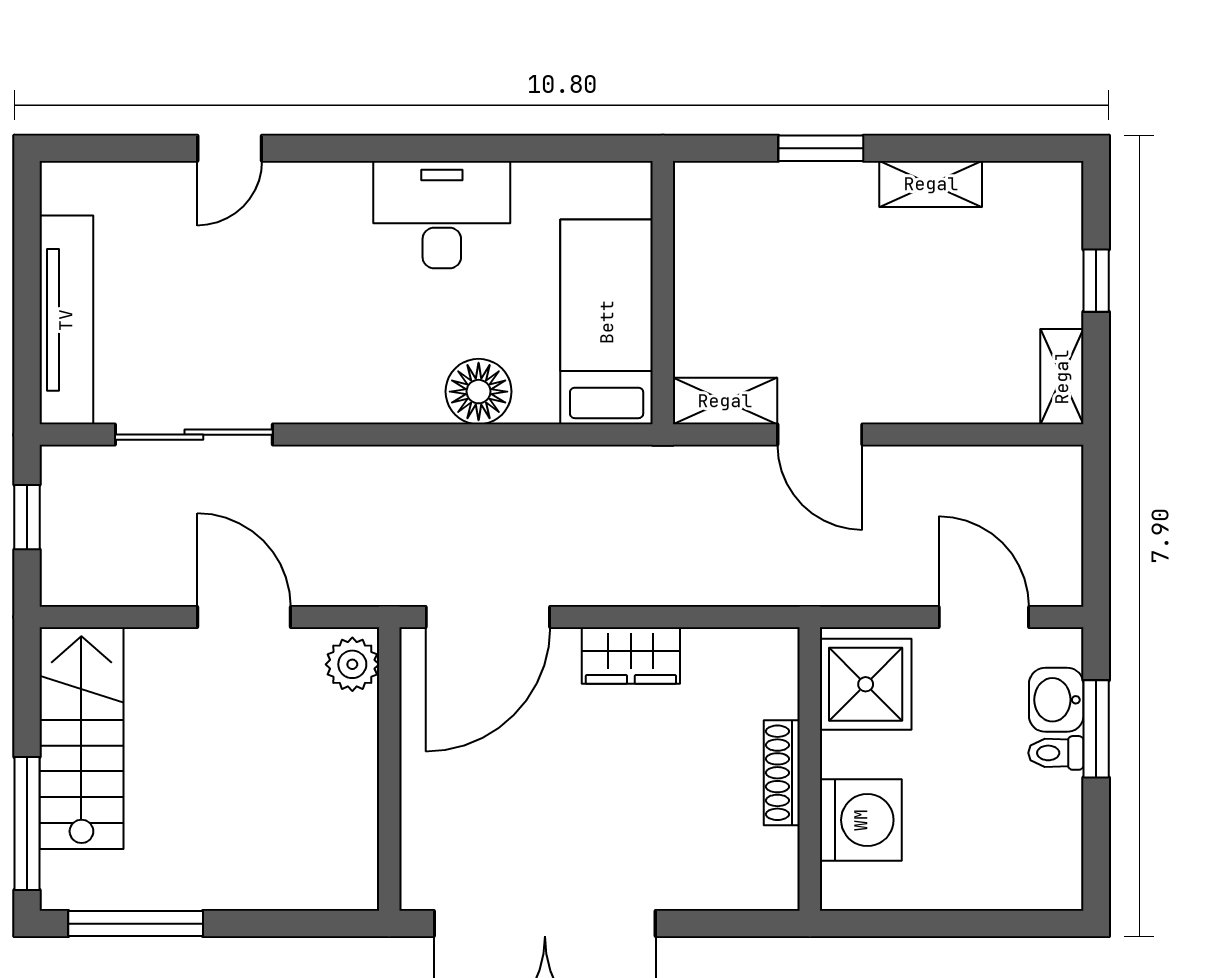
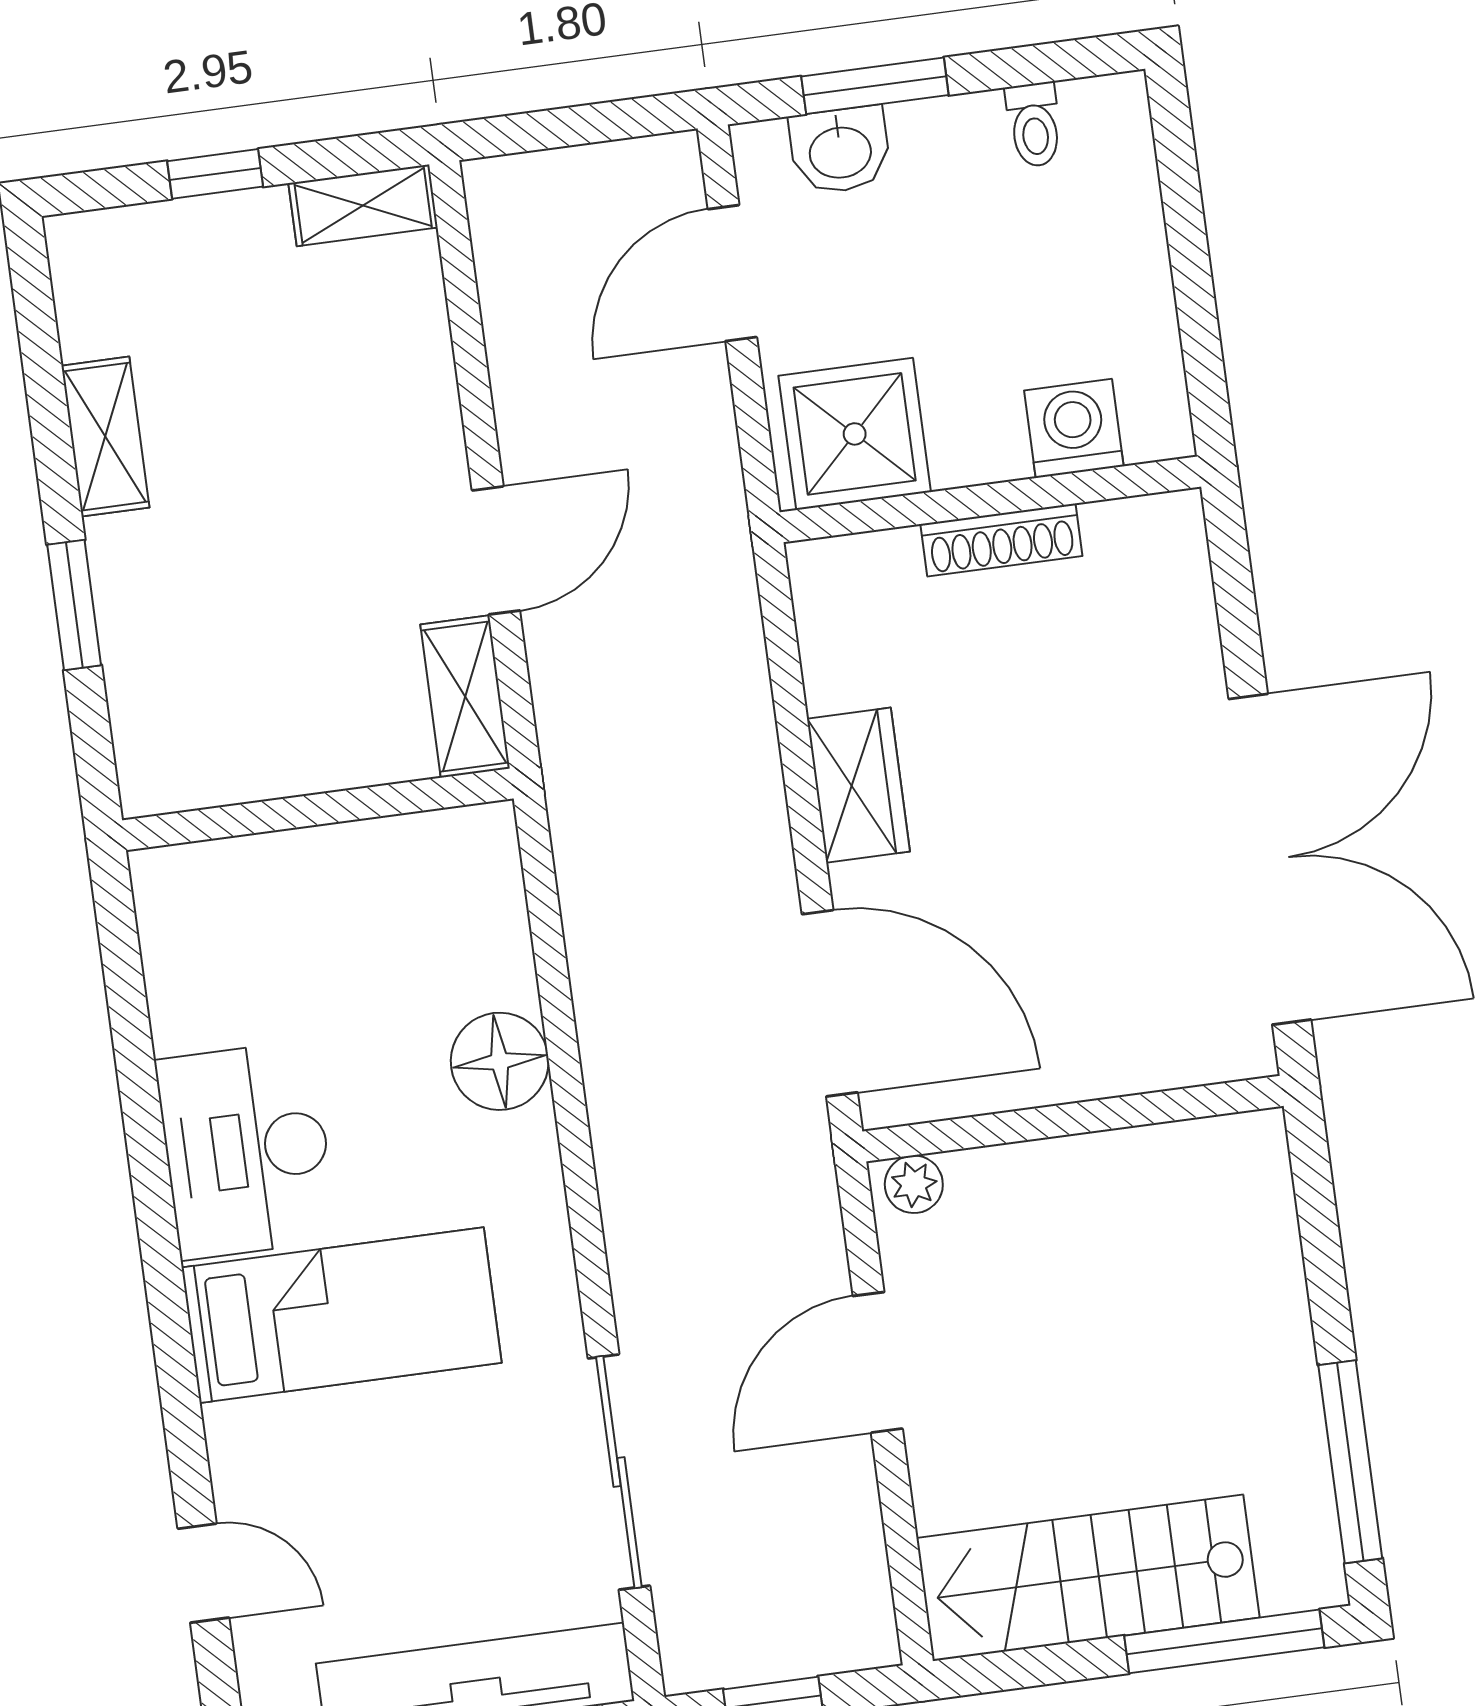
door: (230, 148) -> (203, 1573), moved
bed: (607, 322) -> (342, 1315), moved, turned 180
plant: (352, 664) -> (914, 1184), width x0.73, depth x0.73
toilet: (1056, 753) -> (1034, 125), moved
washing machine: (861, 820) -> (1074, 428), width x0.73, depth x0.73

